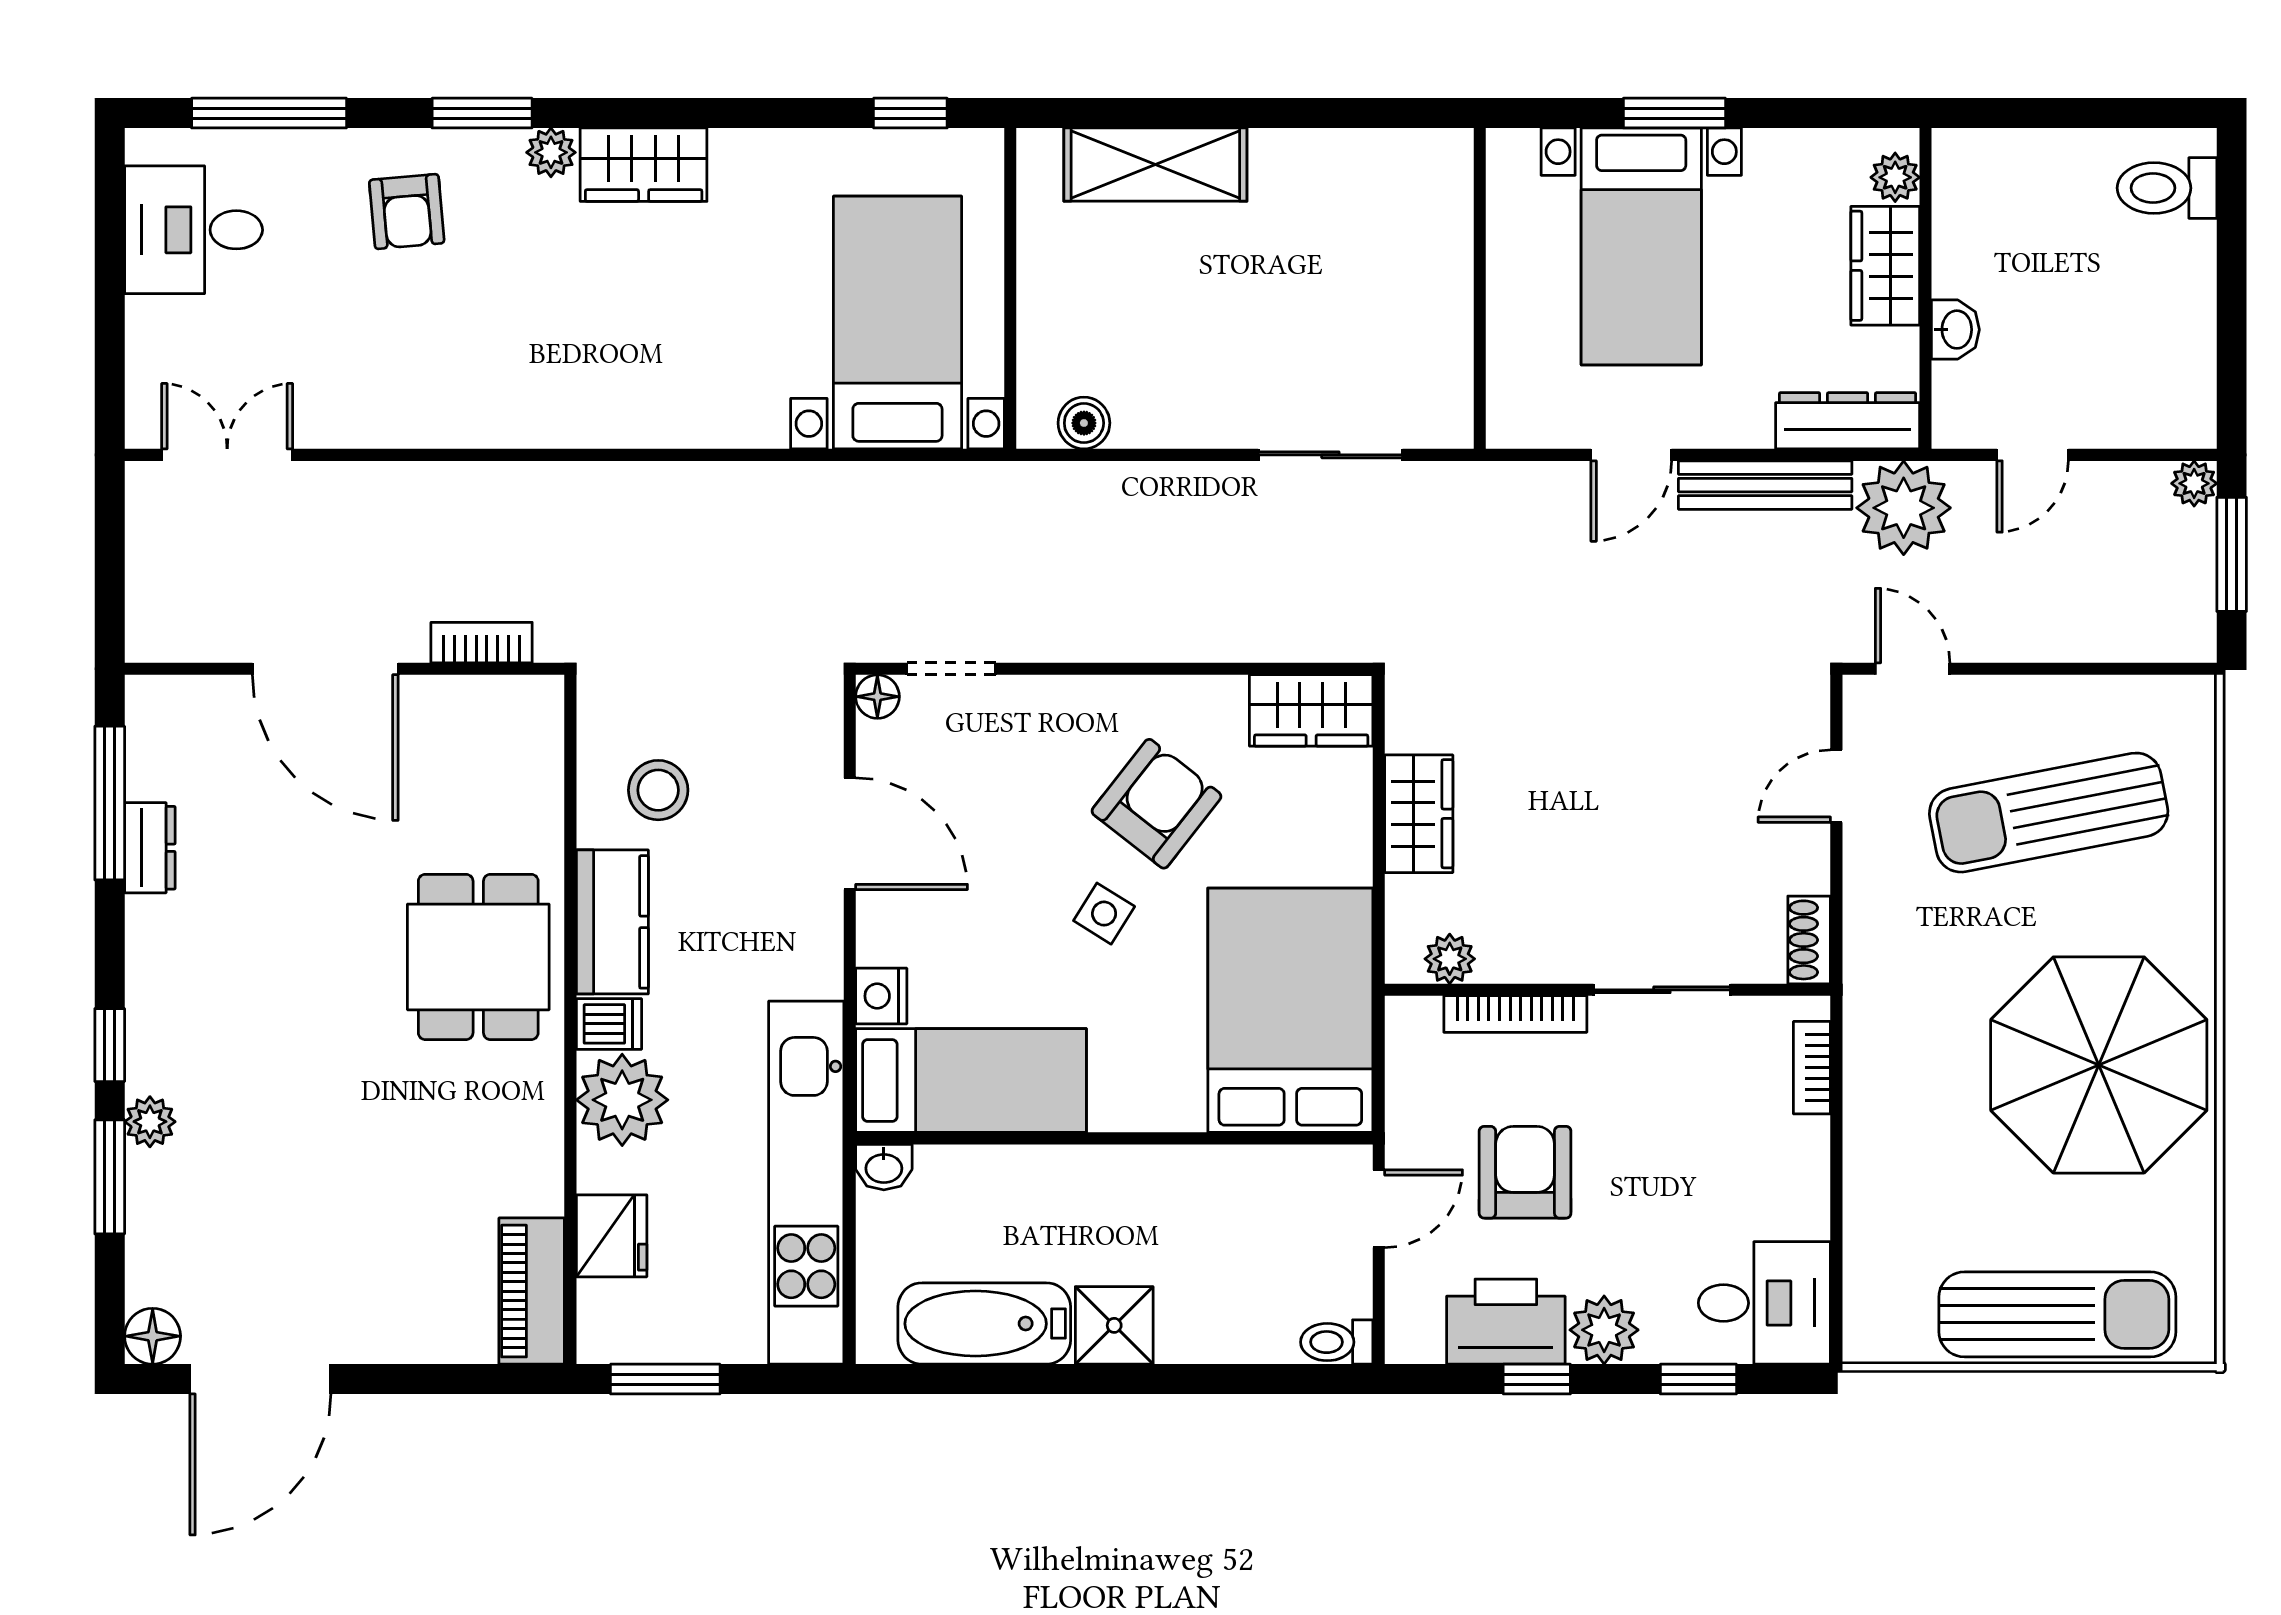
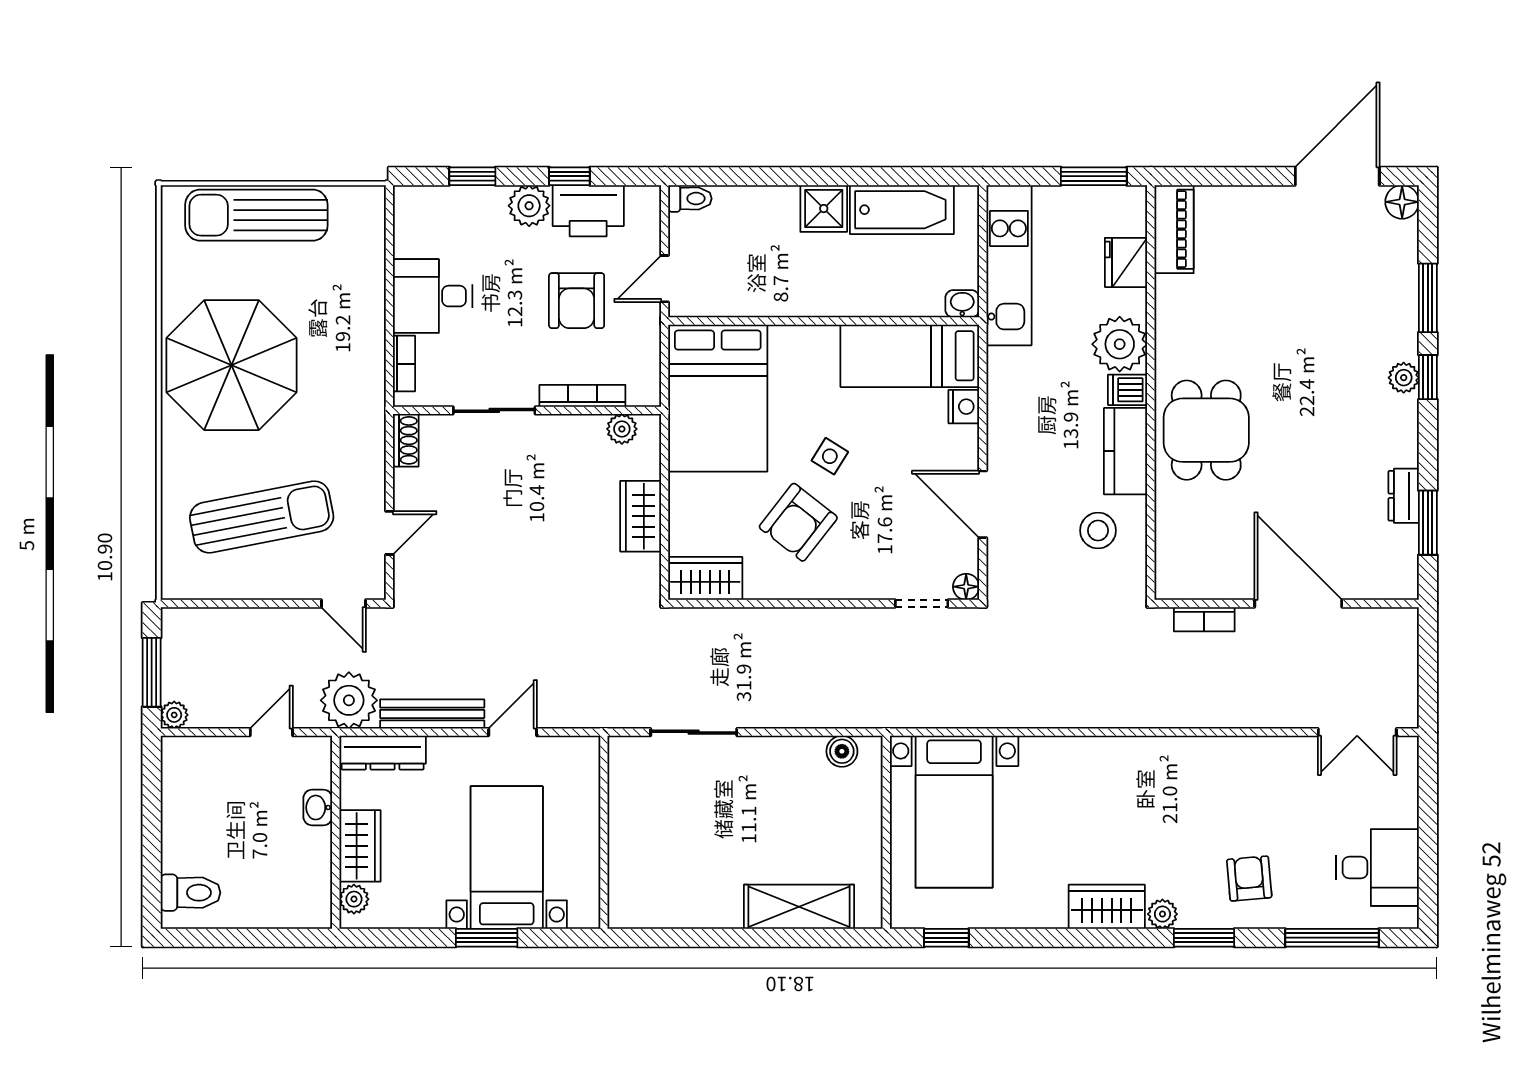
window: (110, 803) -> (1428, 523), width x0.69
plant: (150, 1122) -> (1404, 378), moved
kitchen unit: (806, 1183) -> (1009, 265), width x0.73
desk: (1764, 1303) -> (433, 296), moved

